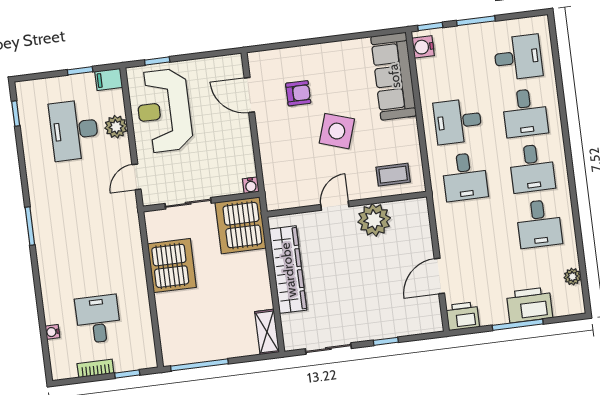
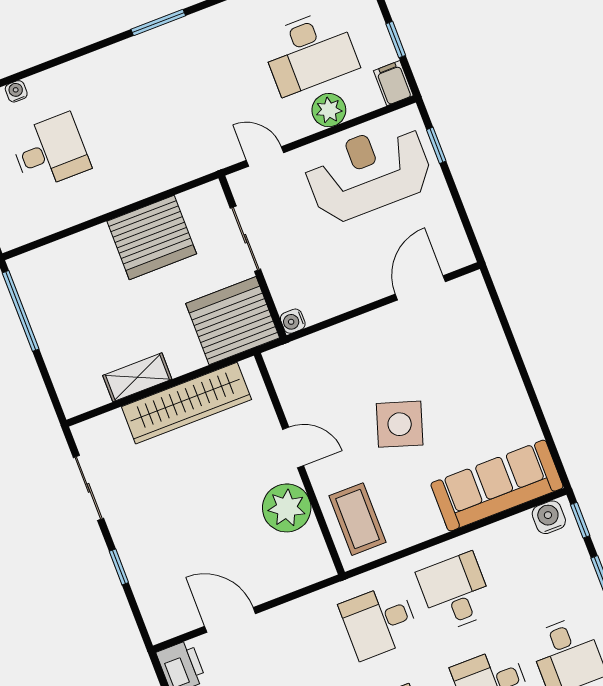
armchair: (298, 93) -> (440, 356), removed
desk: (74, 130) -> (310, 52), turned 180
coffee table: (393, 175) -> (358, 519), width x1.36, depth x1.30
shelving: (267, 332) -> (137, 377), moved

